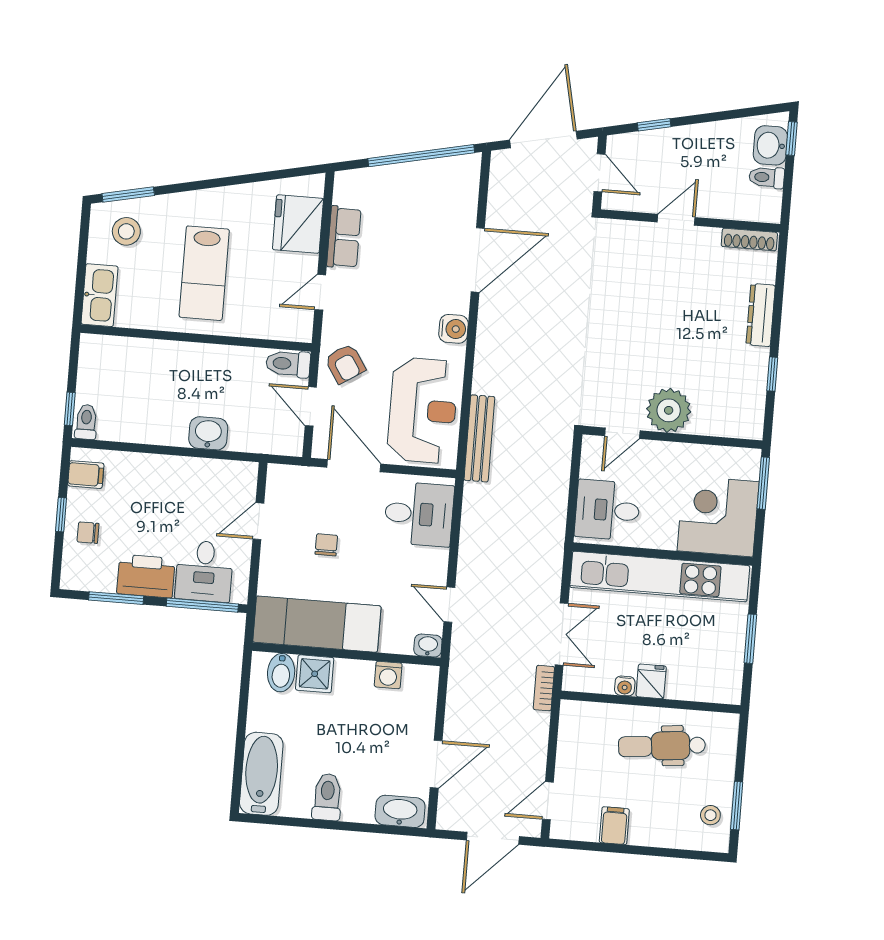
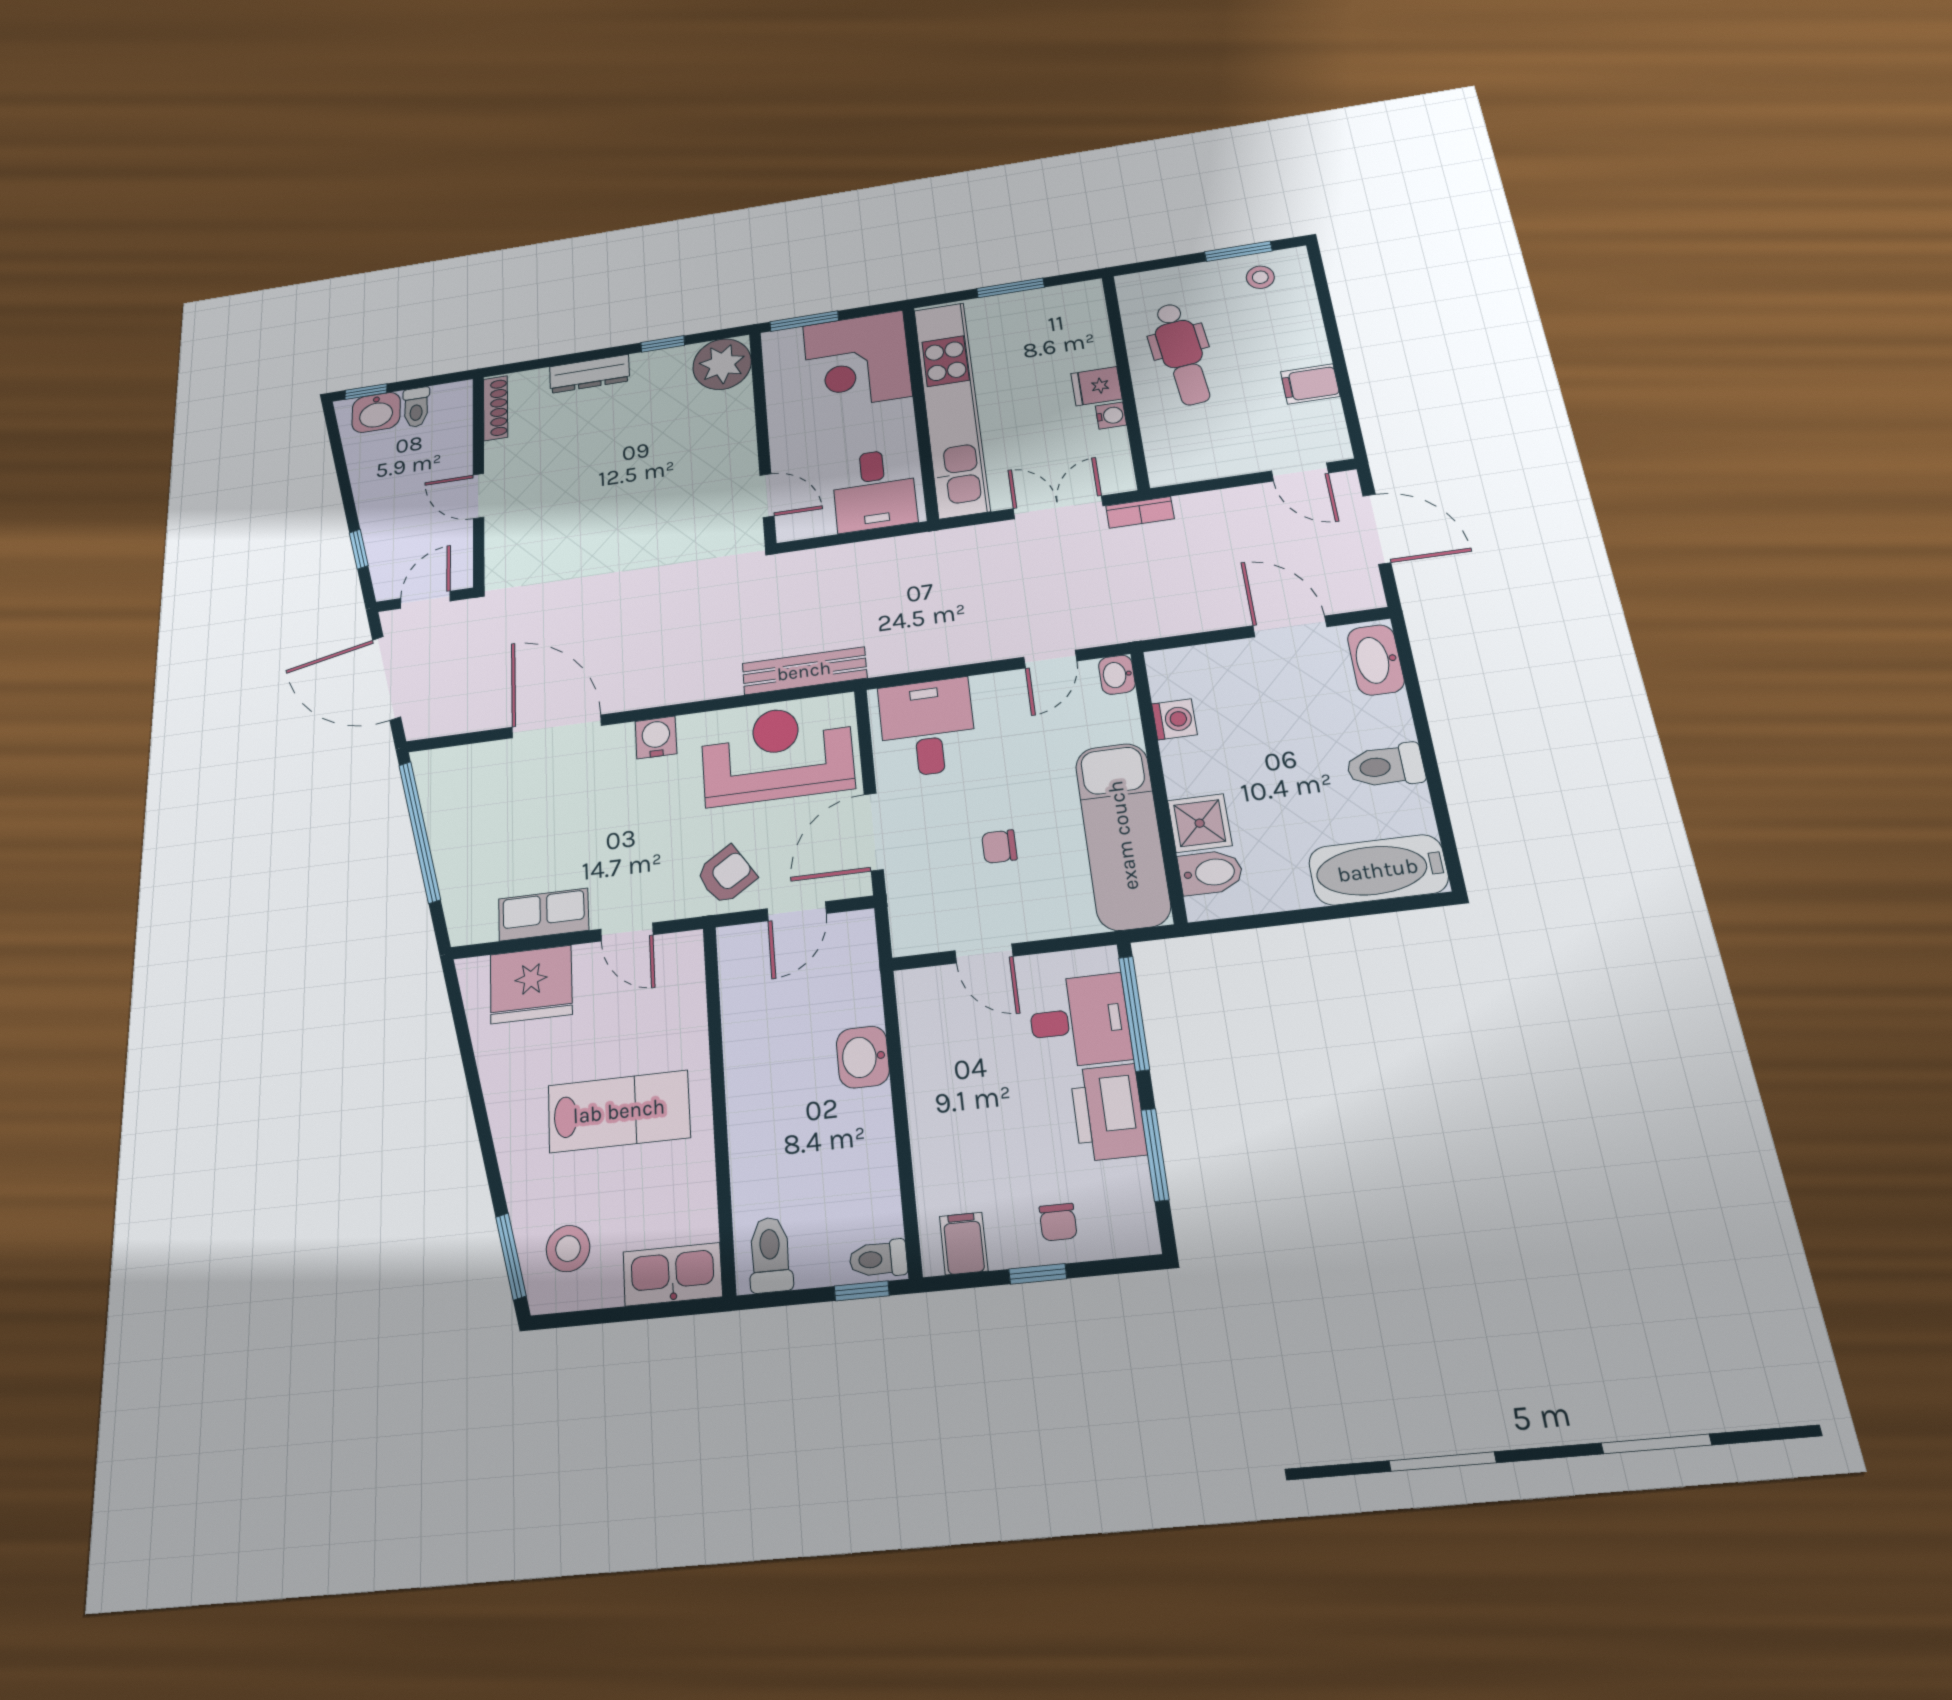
toilet: (288, 364) -> (770, 1255), moved, turned 180
plant: (669, 410) -> (722, 364), moved

